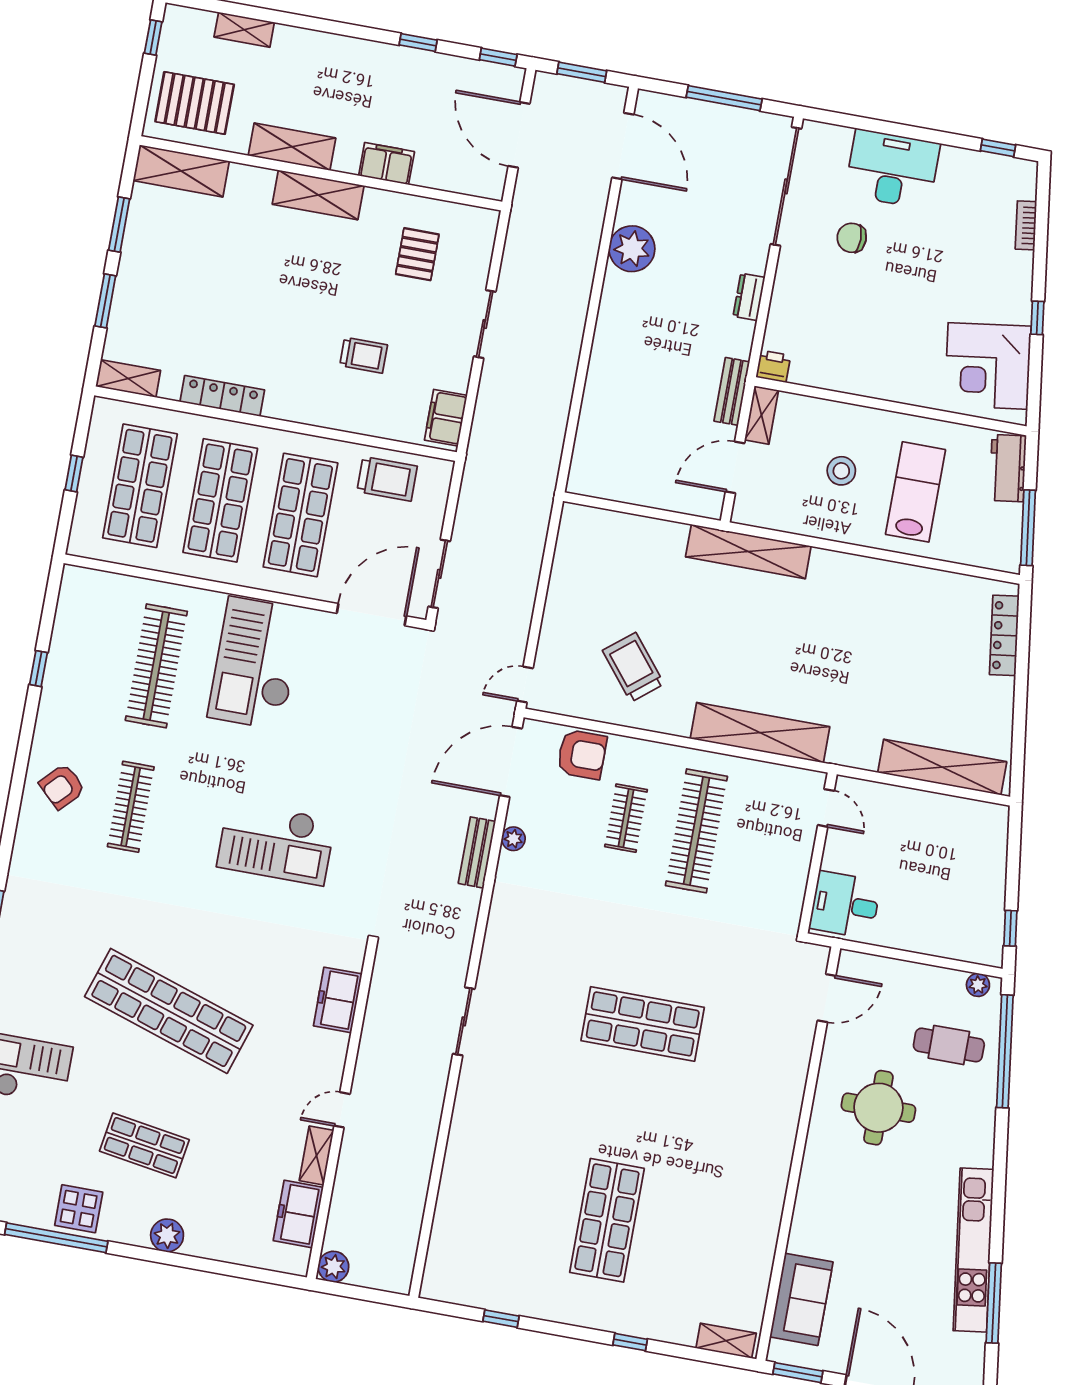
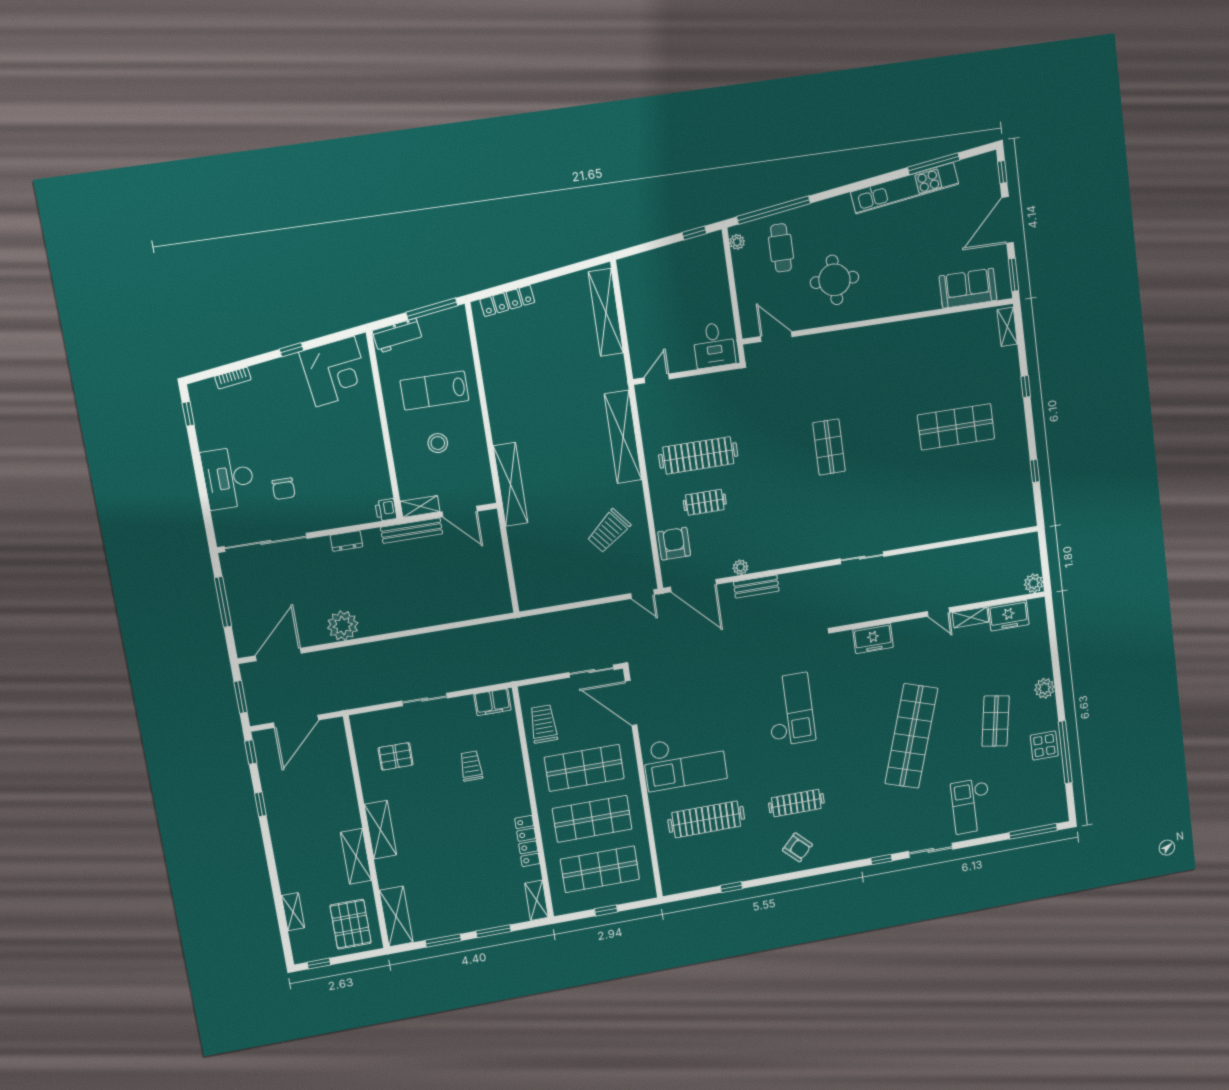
filing cabinet: (387, 164) -> (345, 796), removed
bench: (732, 391) -> (412, 531), width x1.36
shop shelf: (643, 1024) -> (829, 447), width x0.70, depth x0.74

